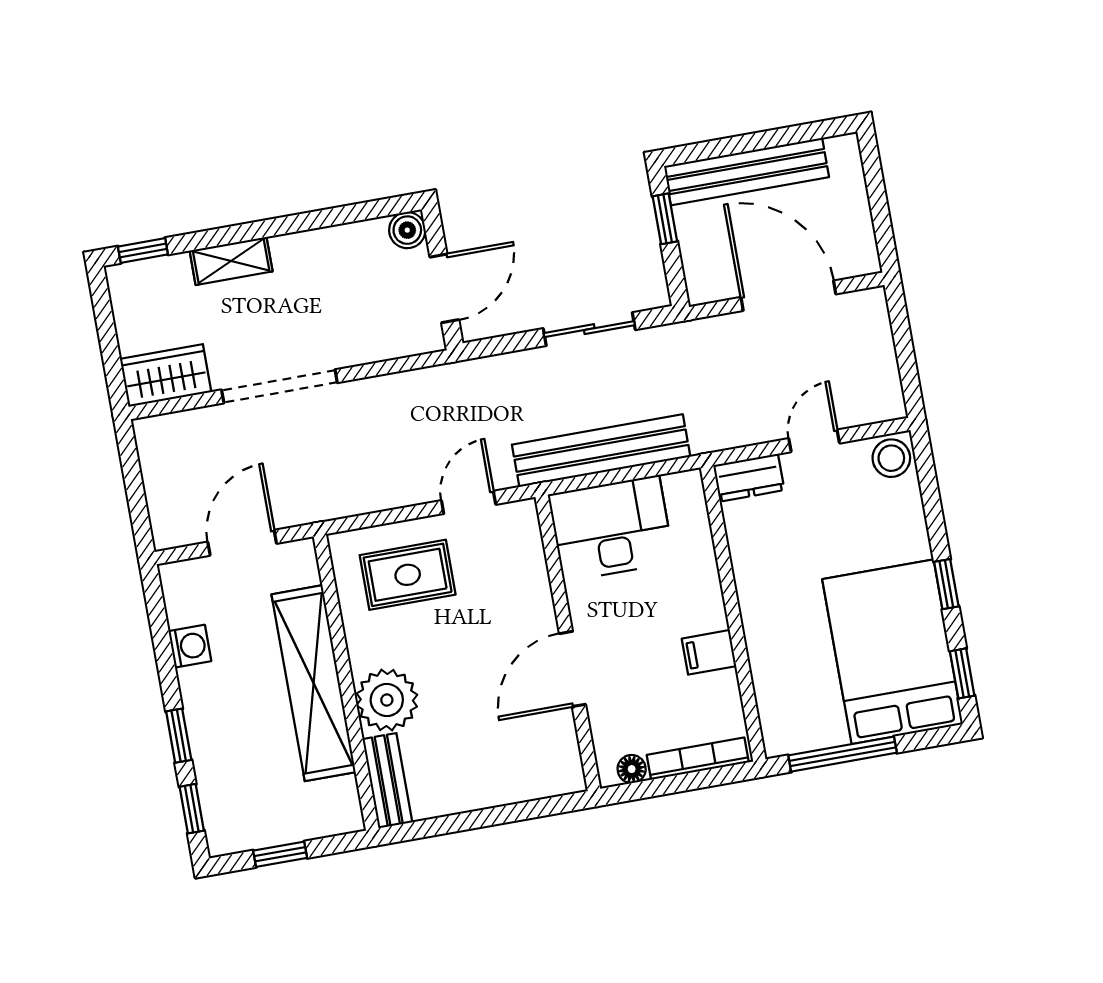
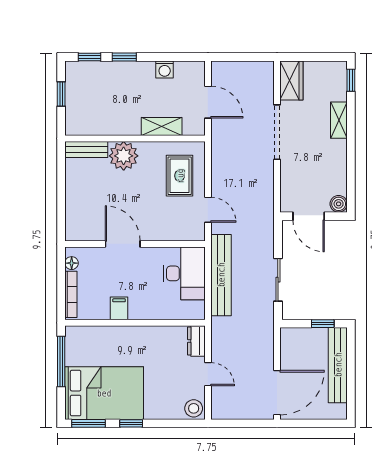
door: (788, 296) -> (277, 393), moved
window: (962, 673) -> (89, 423), width x1.50
shelving: (314, 683) -> (162, 126), width x0.45, depth x0.75

